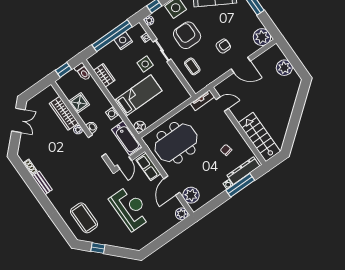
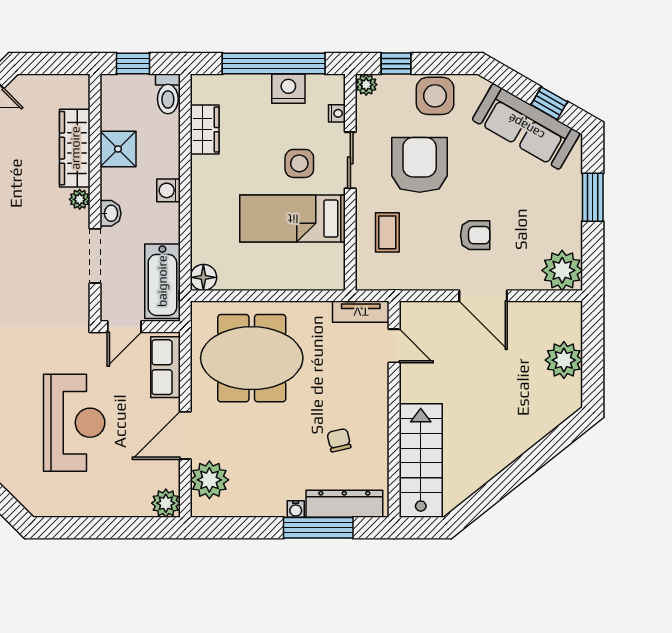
bed: (138, 96) -> (293, 219), moved, turned 180
washing machine: (112, 113) -> (168, 190), moved

